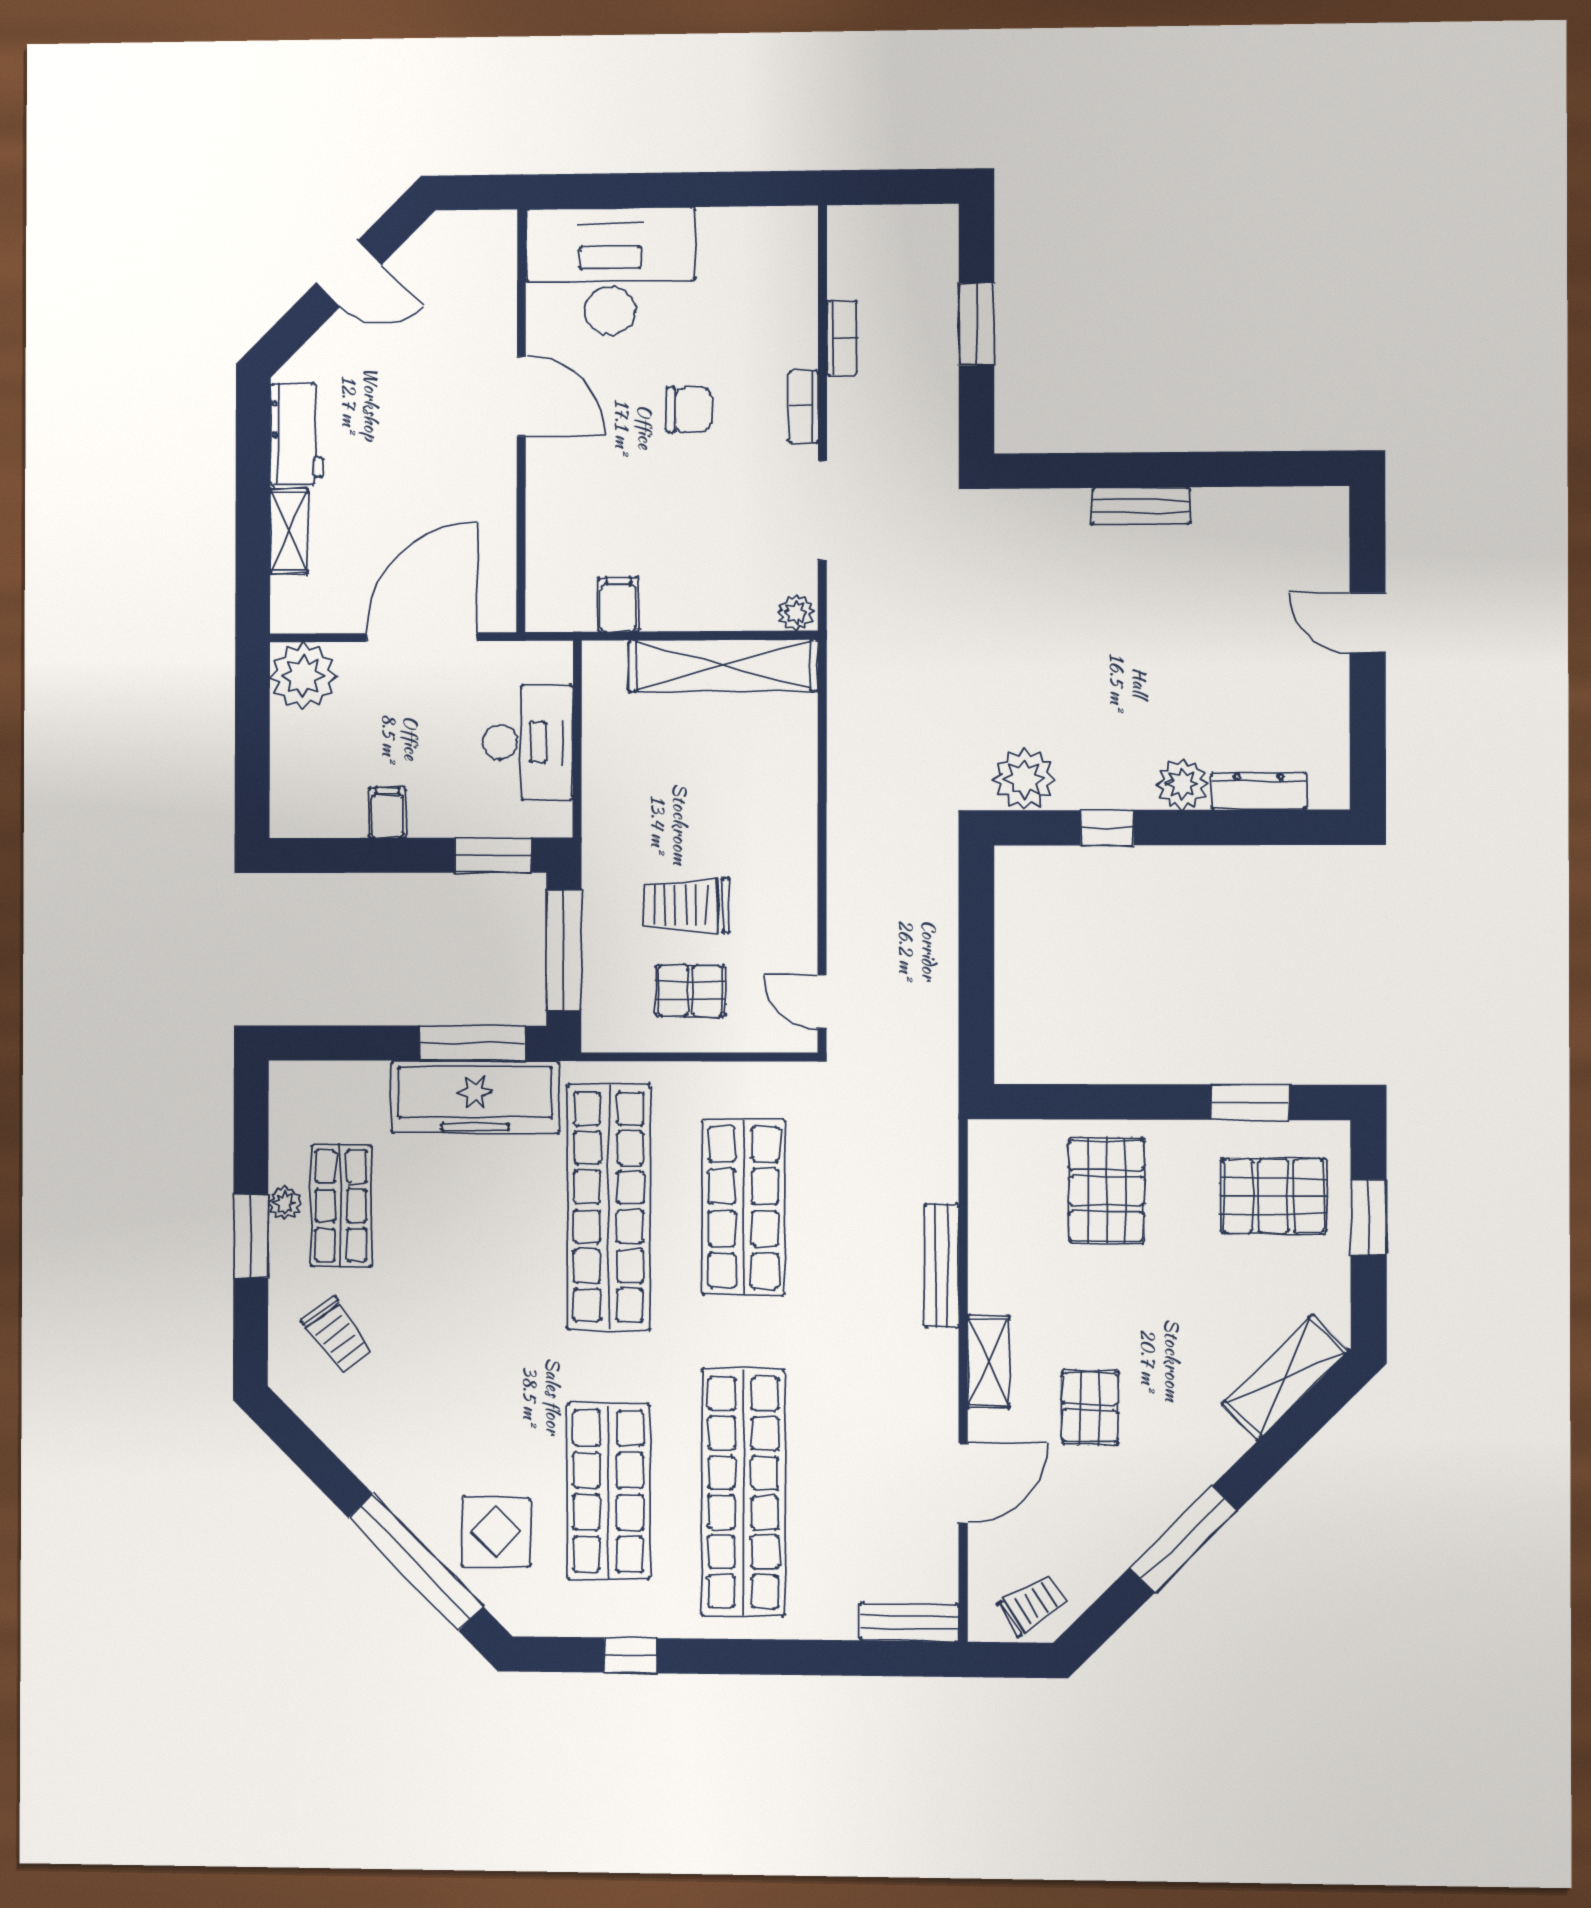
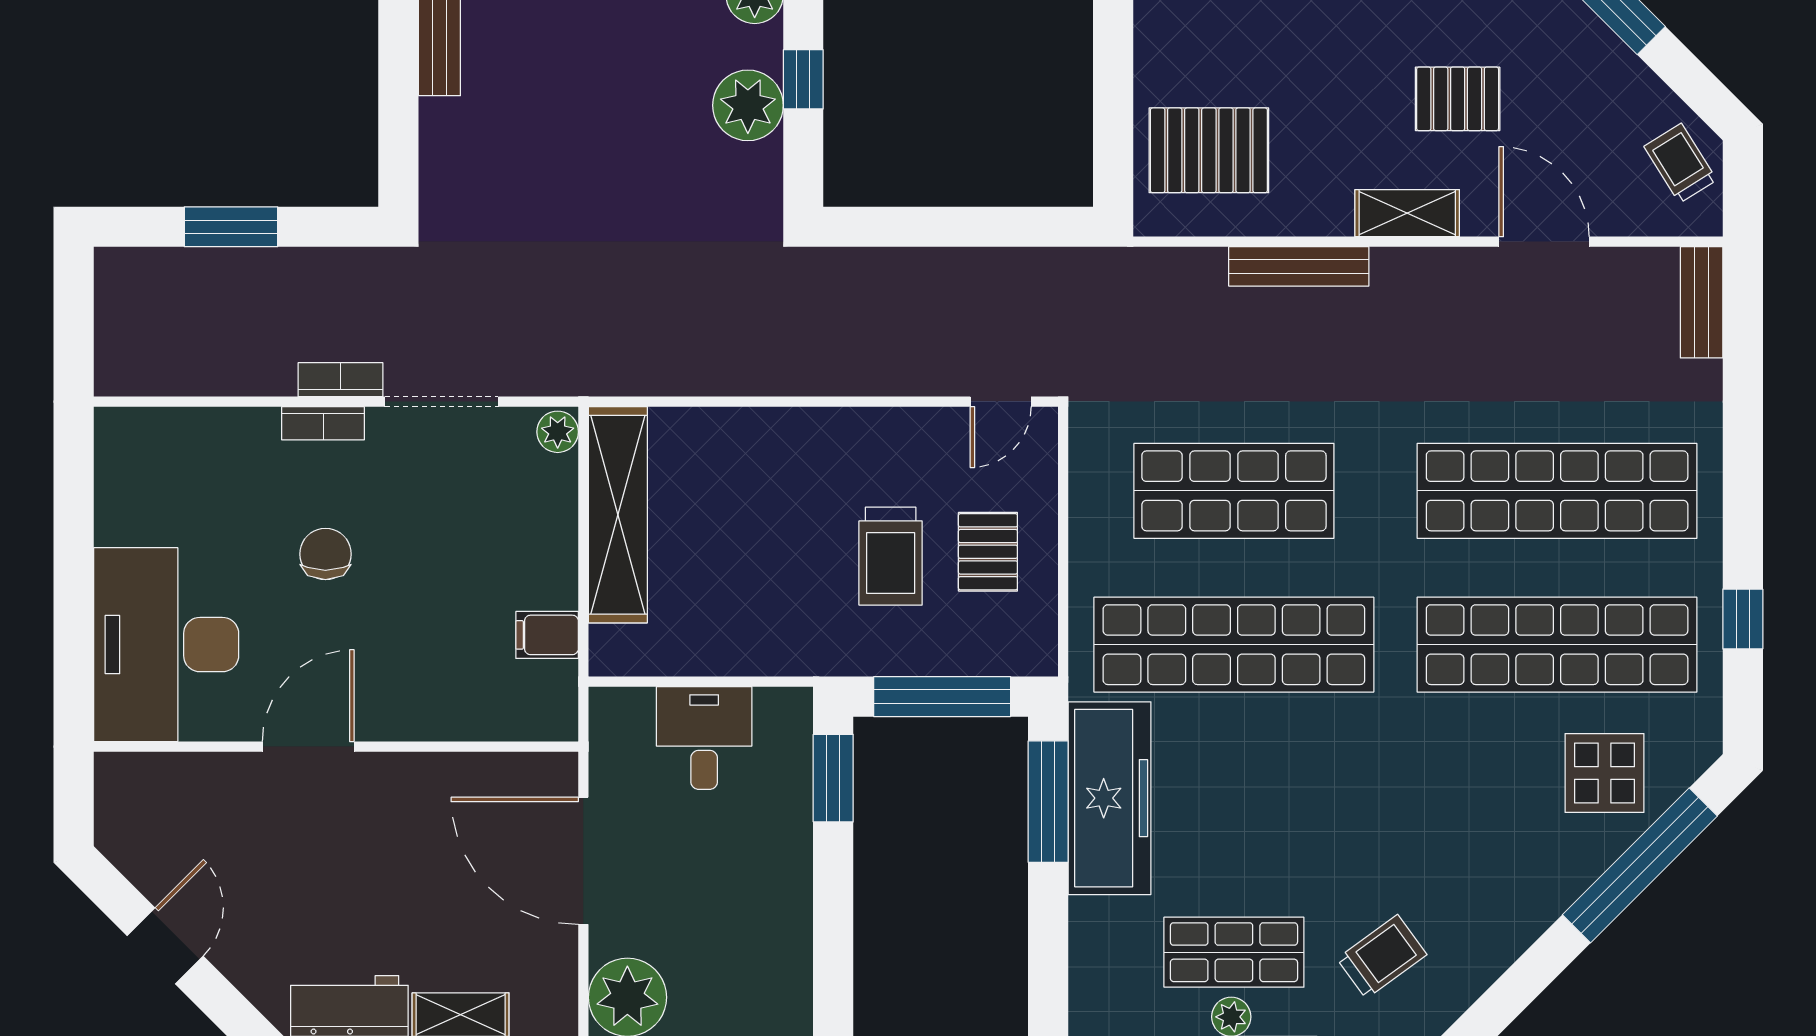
bookcase: (842, 338) -> (341, 380), moved
desk: (528, 742) -> (704, 738), width x0.73
plant: (1024, 779) -> (748, 105), moved
filing cabinet: (387, 813) -> (784, 900), removed
pallet: (1106, 1191) -> (1209, 150), moved
shop shelf: (608, 1491) -> (1557, 645), width x1.40

